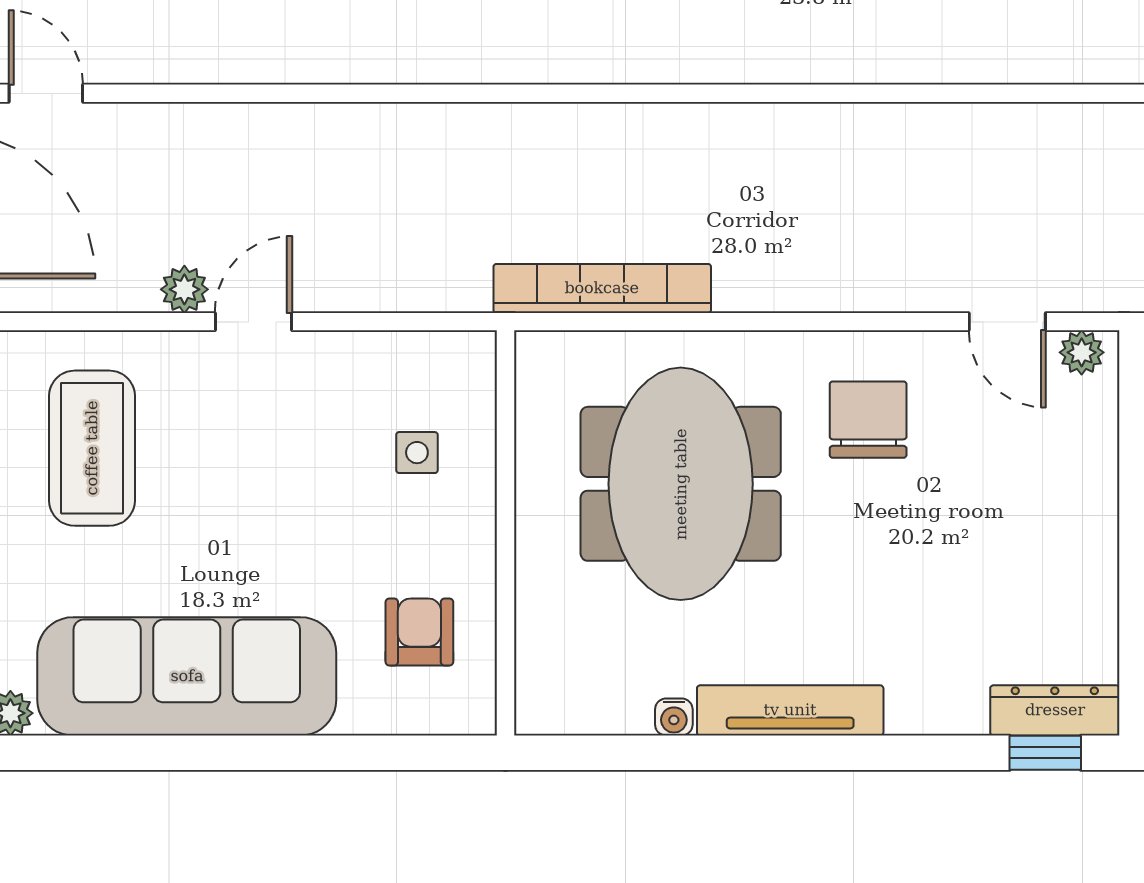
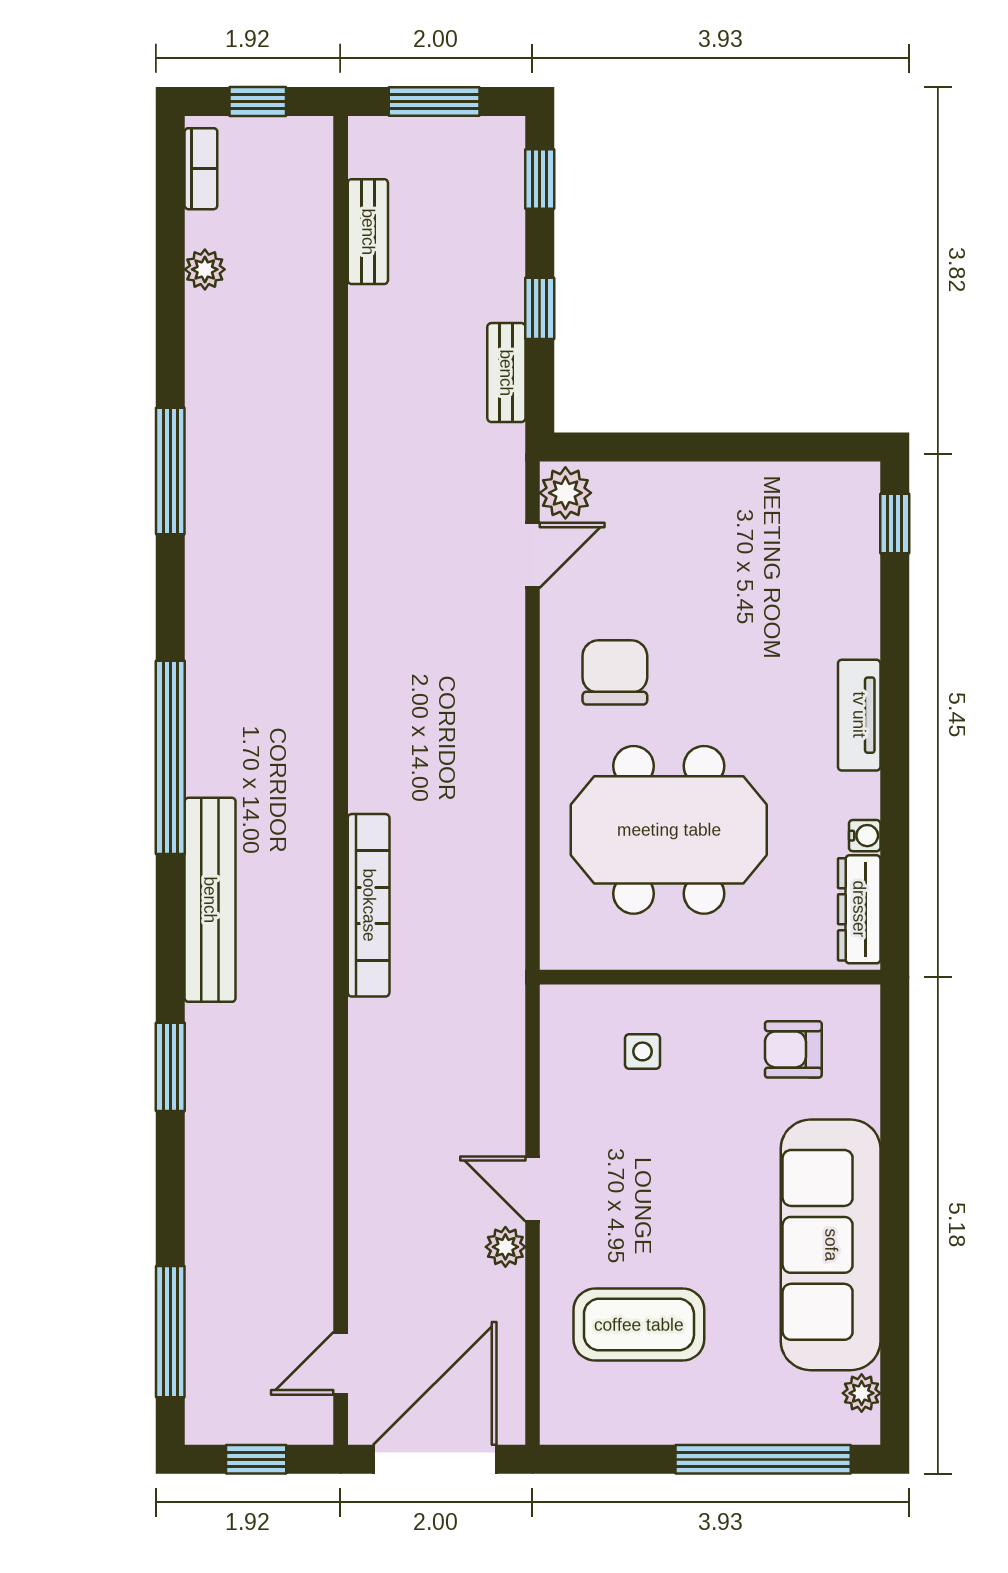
bookcase: (602, 288) -> (369, 905), moved, turned 180
plant: (1082, 352) -> (565, 493), width x1.38, depth x1.38
chair: (868, 420) -> (615, 672), turned 90
tv unit: (790, 710) -> (859, 715), width x0.71
dresser: (1055, 710) -> (859, 909), moved

